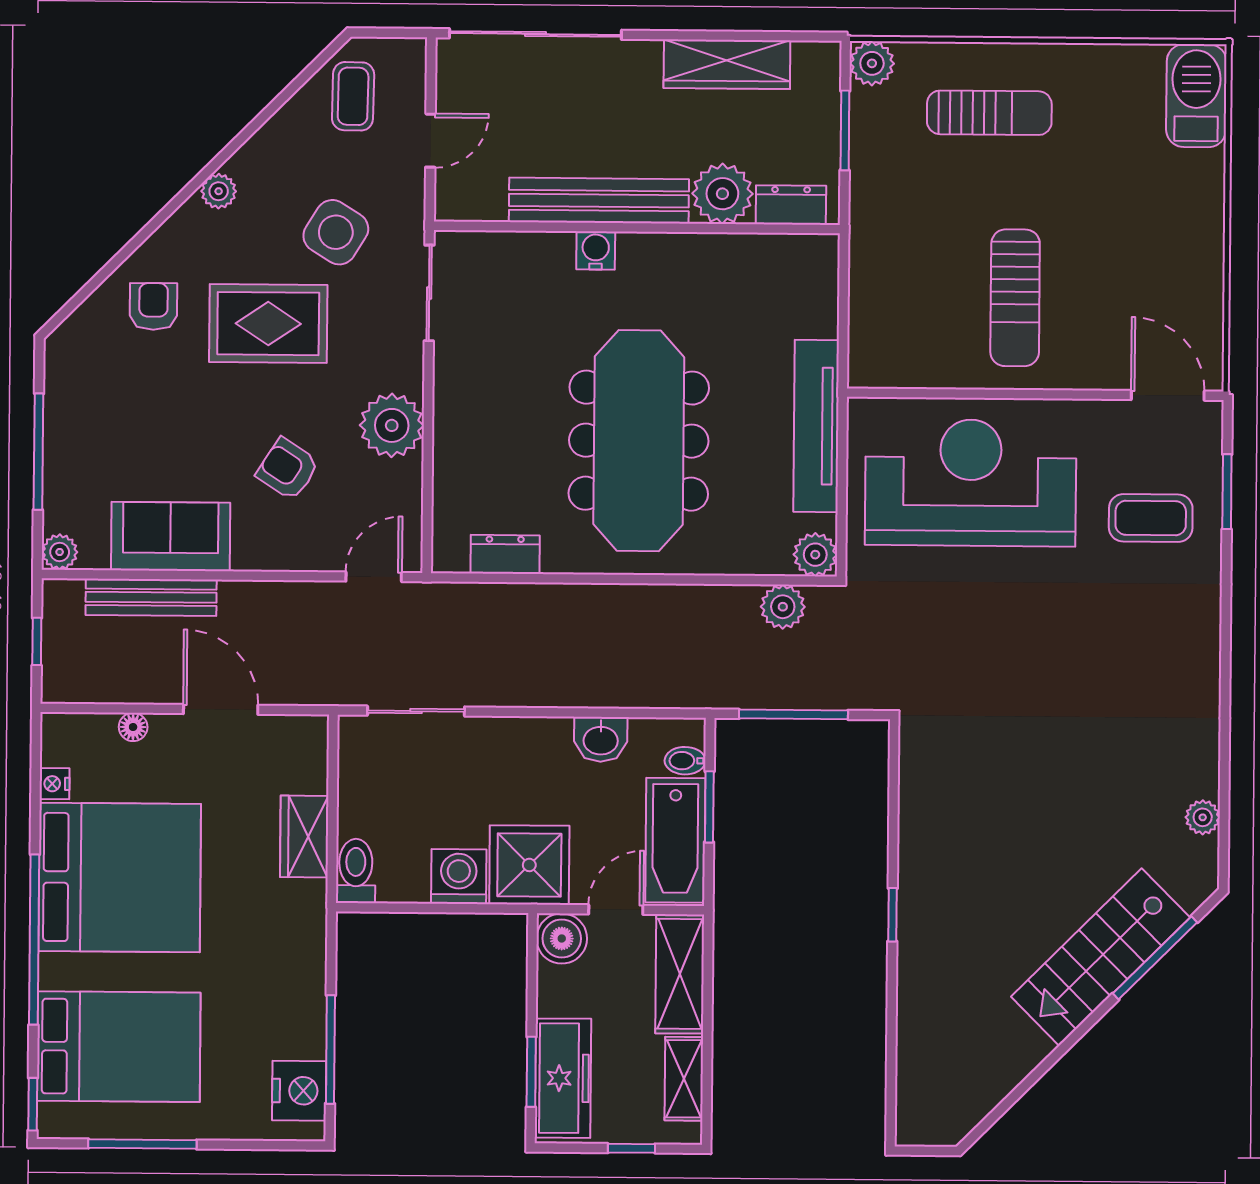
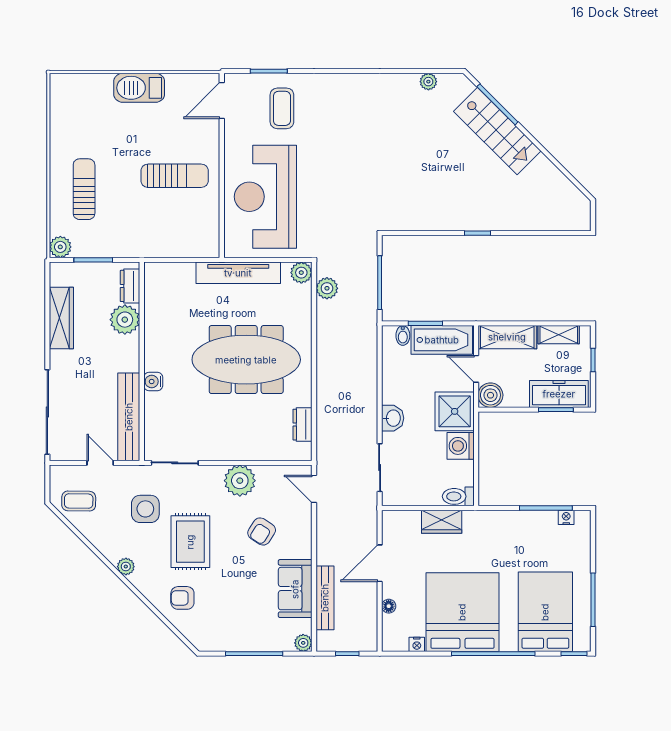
barbecue: (1196, 96) -> (139, 88), moved
bench: (599, 201) -> (129, 417), moved
side table: (336, 232) -> (145, 509), turned -32
washbasin: (601, 739) -> (393, 418), moved
nightstand: (299, 1091) -> (566, 517), width x0.53, depth x0.56

